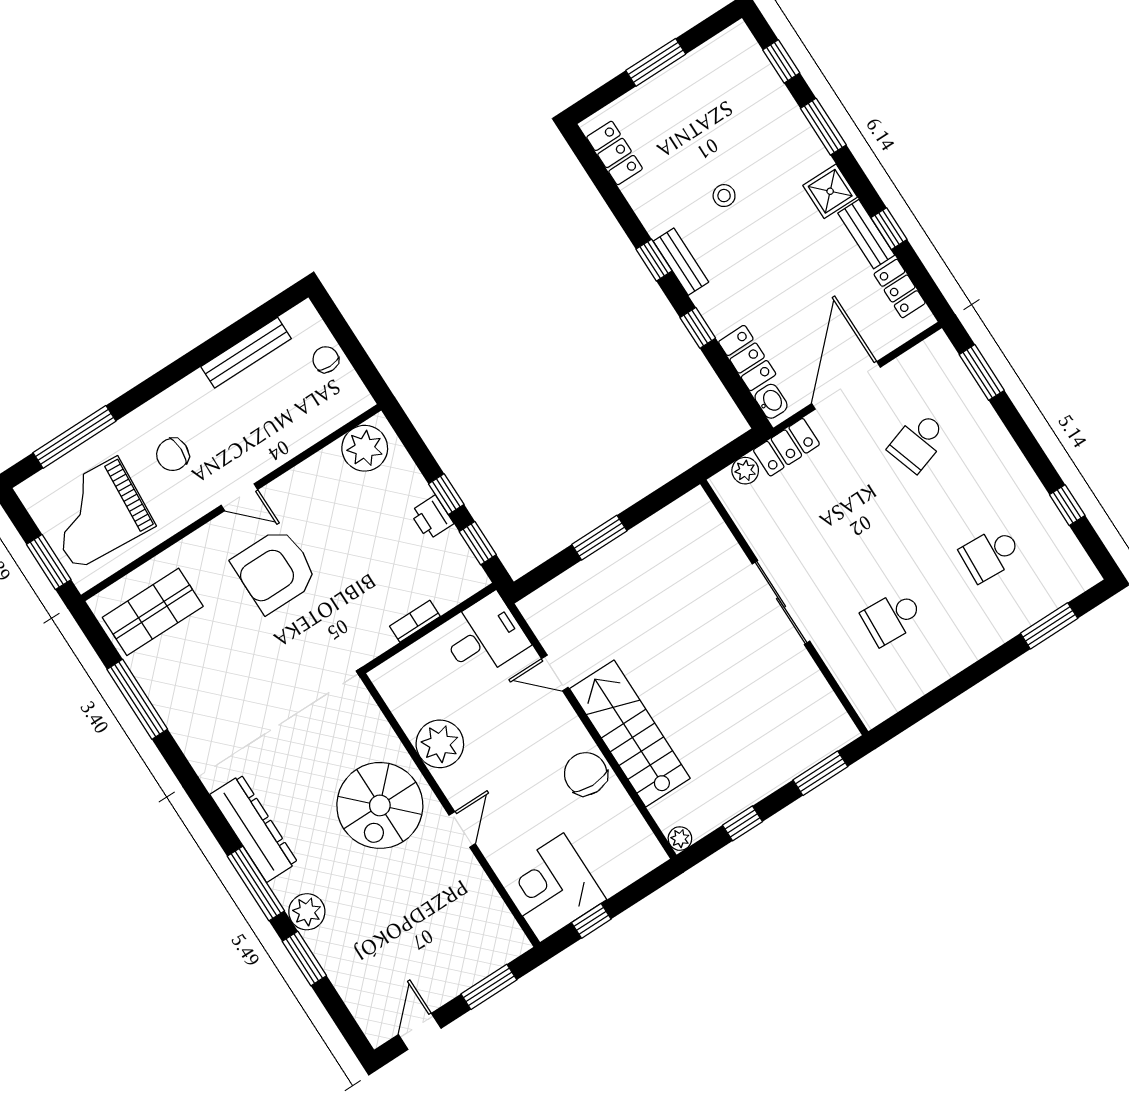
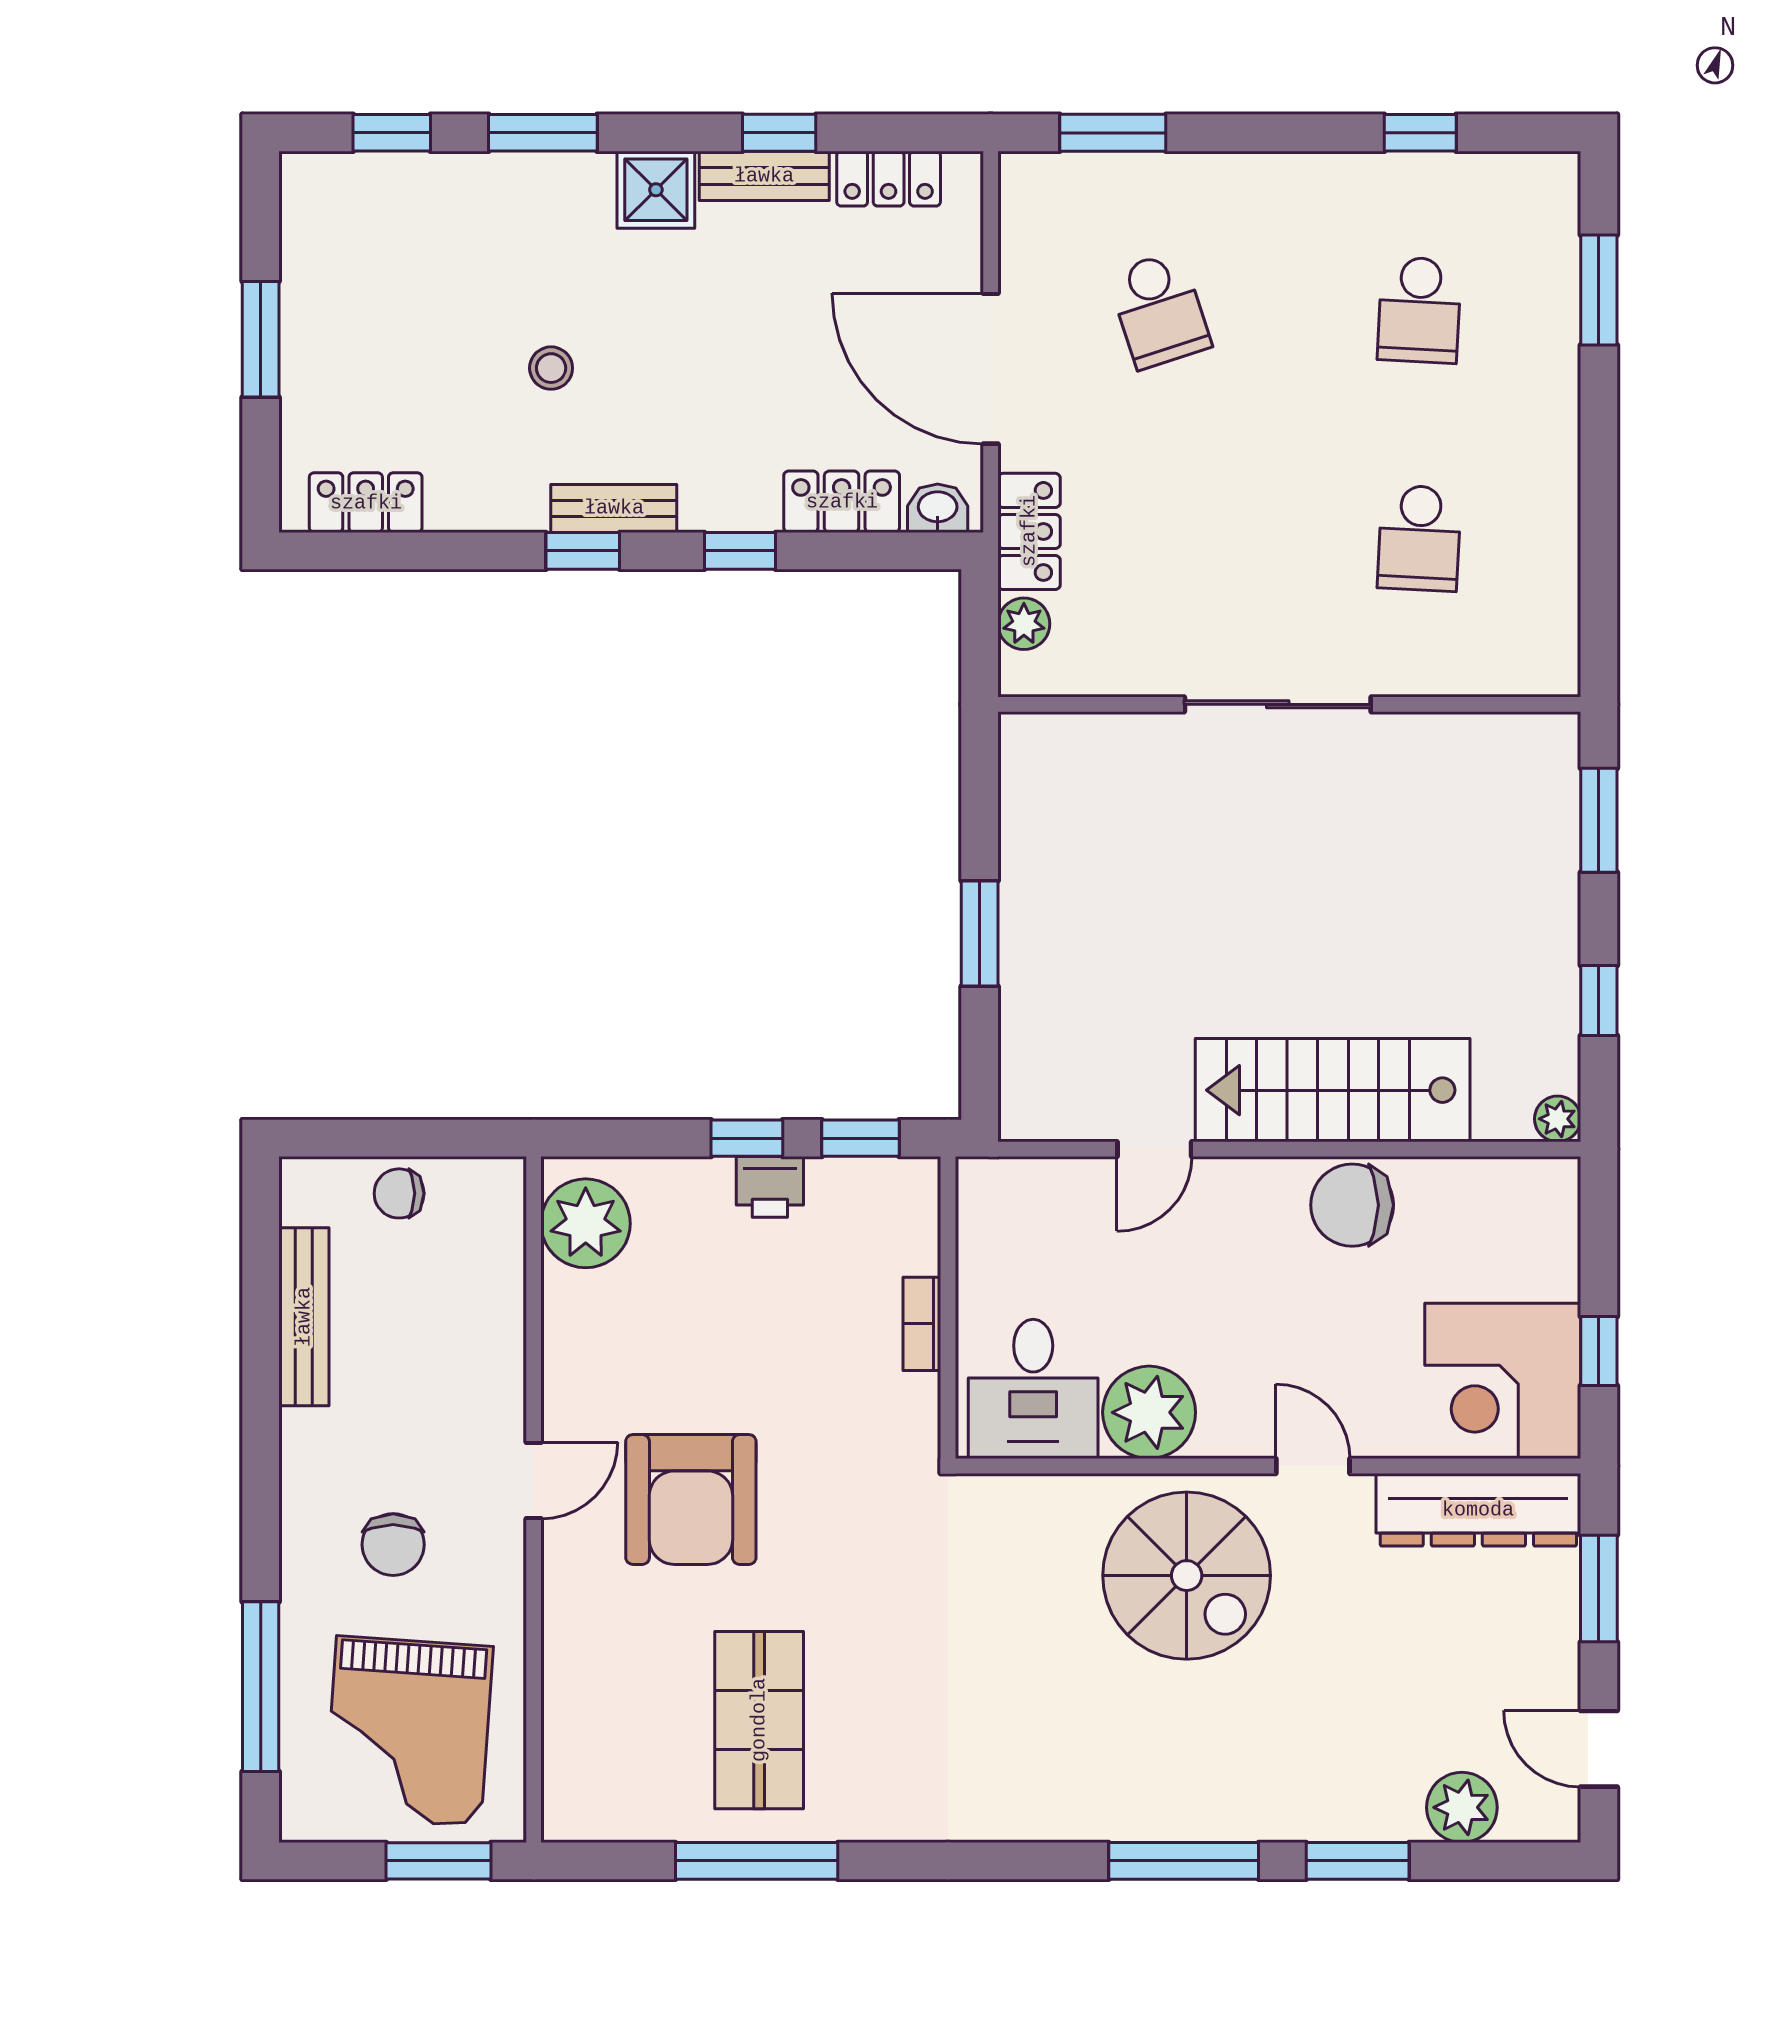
shop shelf: (153, 612) -> (759, 1720), moved
desk: (484, 636) -> (1033, 1389), moved, turned 180
dresser: (254, 828) -> (1478, 1510), moved, turned 180
plant: (307, 912) -> (1462, 1807), moved

